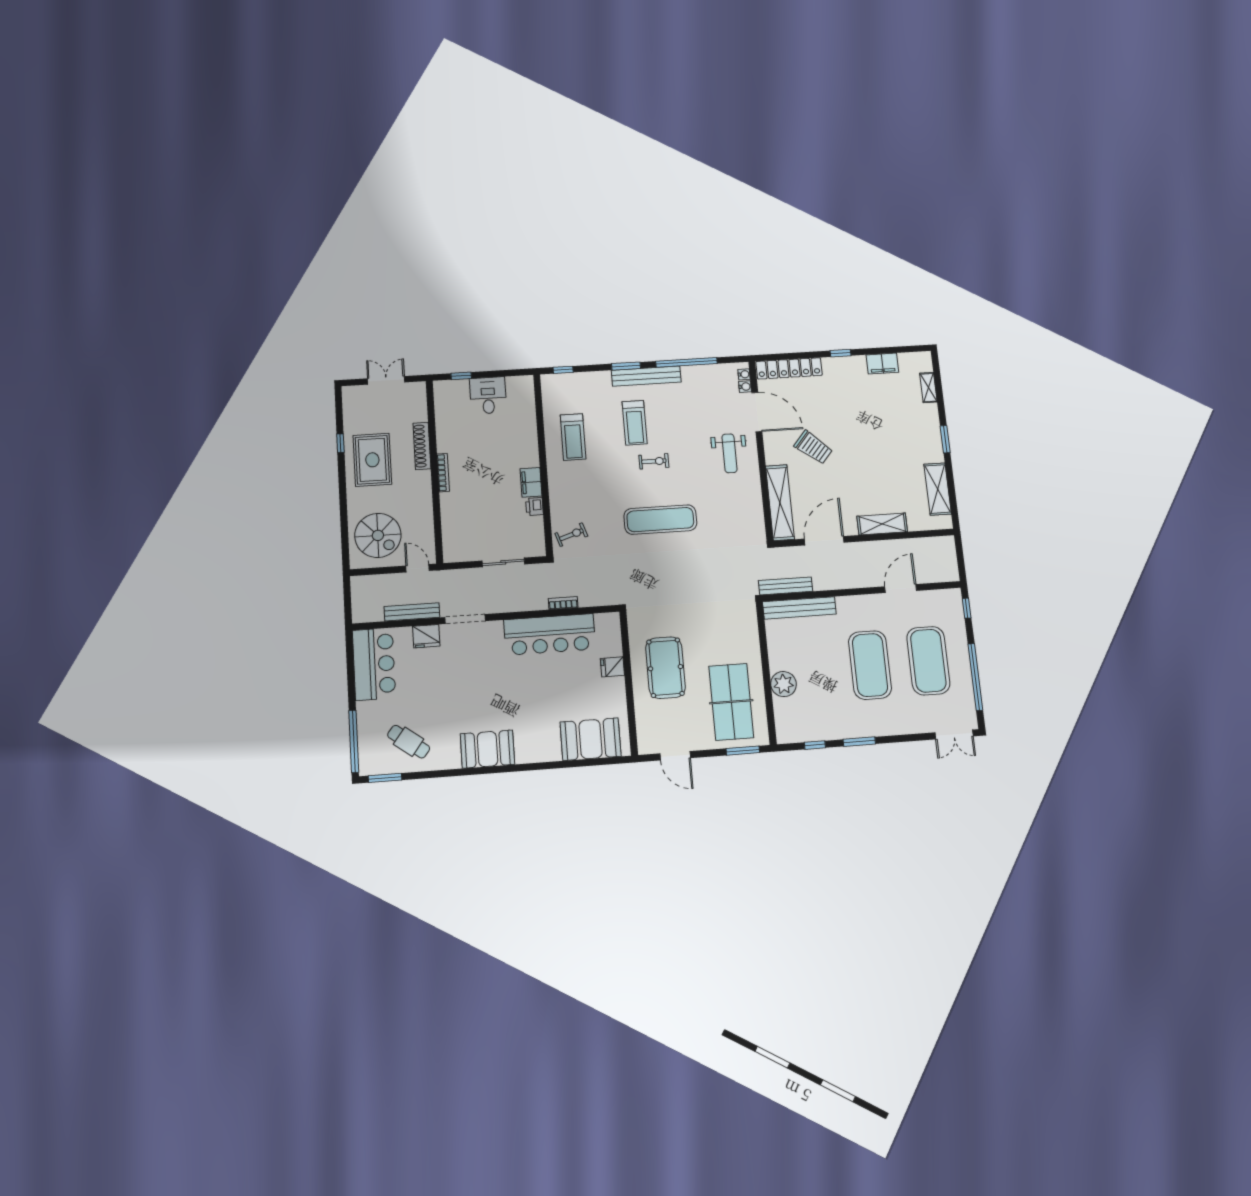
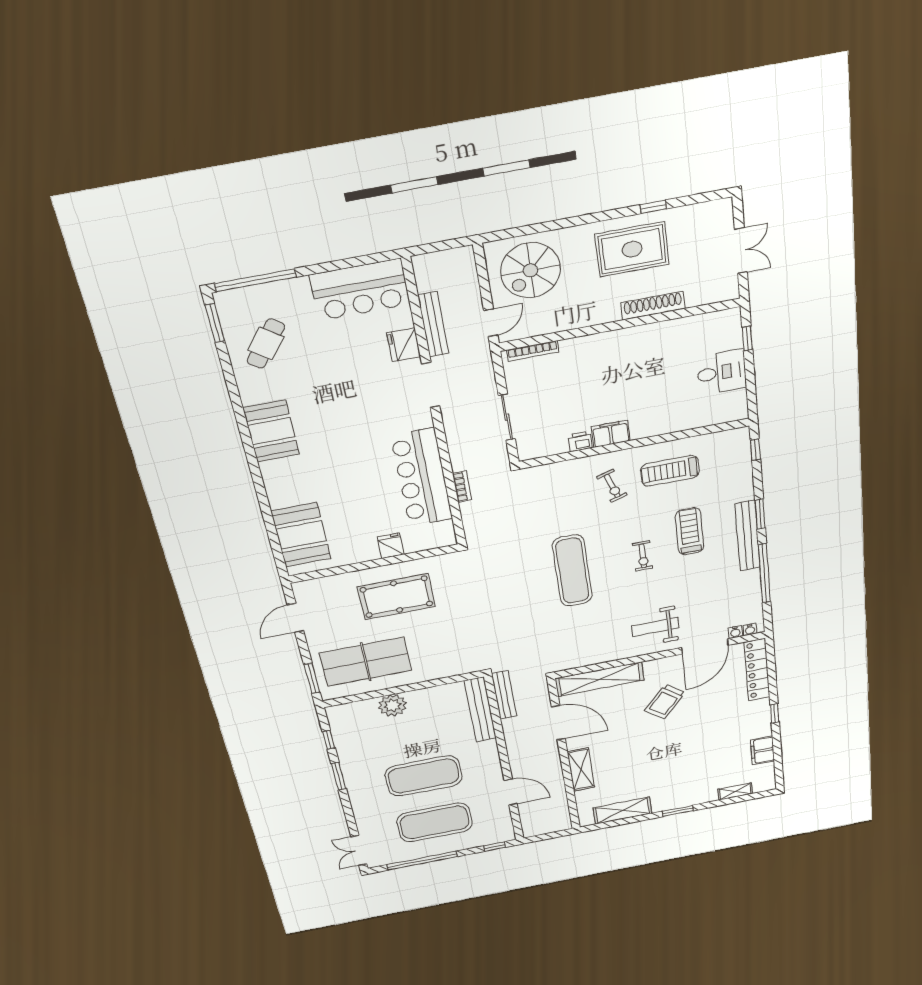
treadmill: (635, 423) -> (689, 531), turned 90
bookcase: (443, 473) -> (533, 351), moved
exercise bike: (571, 535) -> (612, 486), moved

